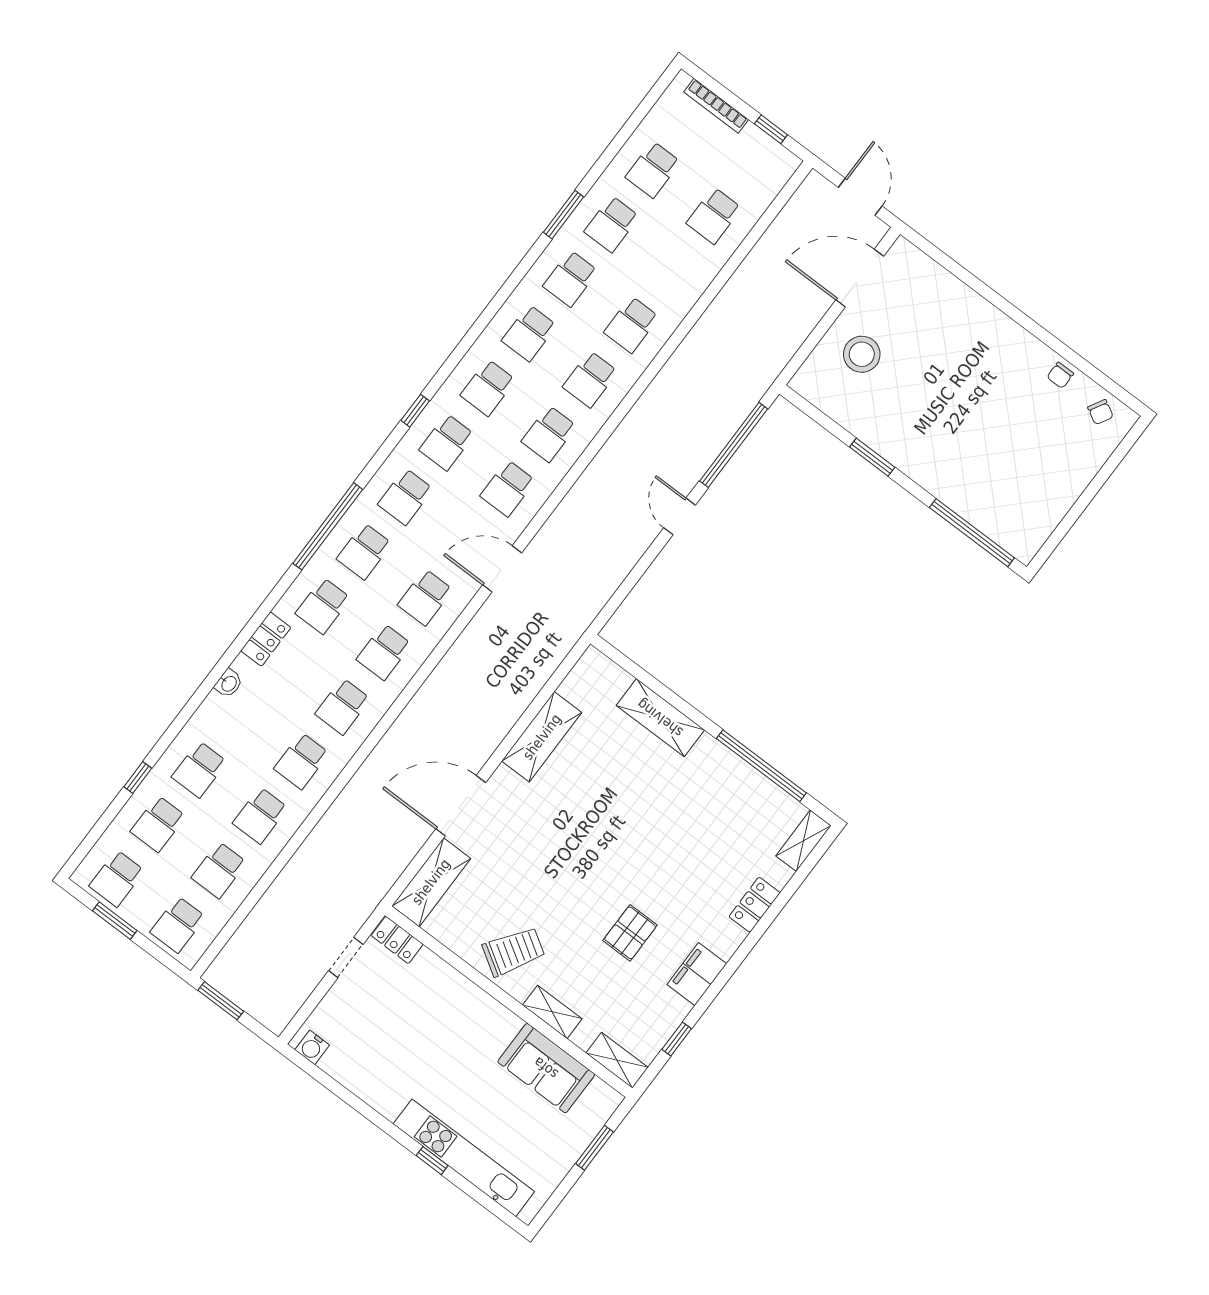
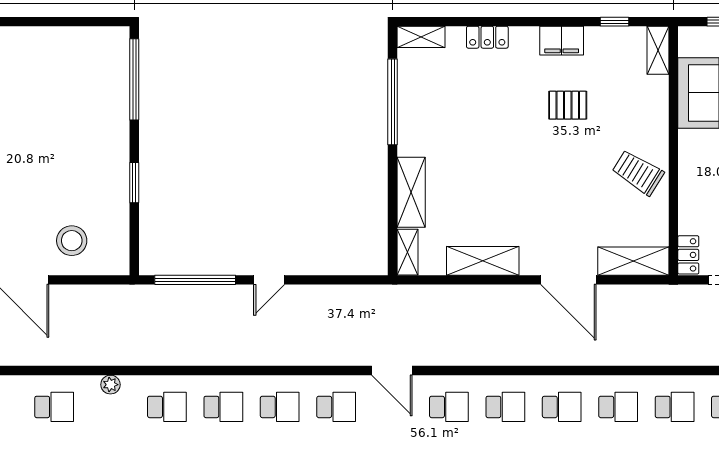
plant: (694, 286) -> (110, 385), added
shelving: (552, 1012) -> (407, 252), moved

